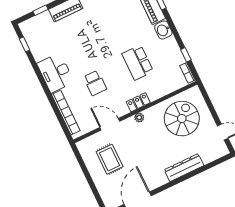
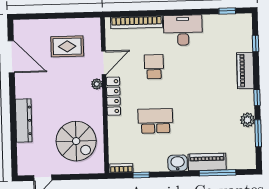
school desk: (95, 83) -> (154, 67), turned 90
locker: (138, 102) -> (113, 96), width x1.53
plant: (139, 117) -> (97, 84), moved

